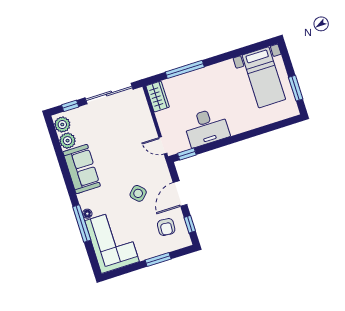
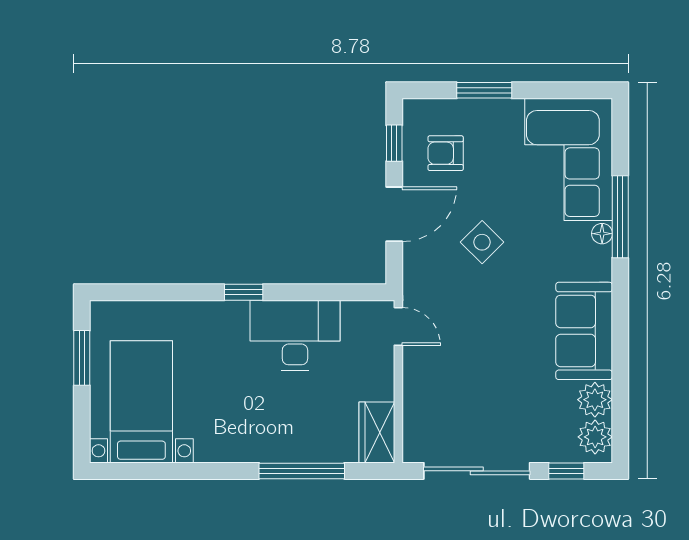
window: (187, 154) -> (244, 292), moved
armchair: (166, 227) -> (446, 153), turned -95

